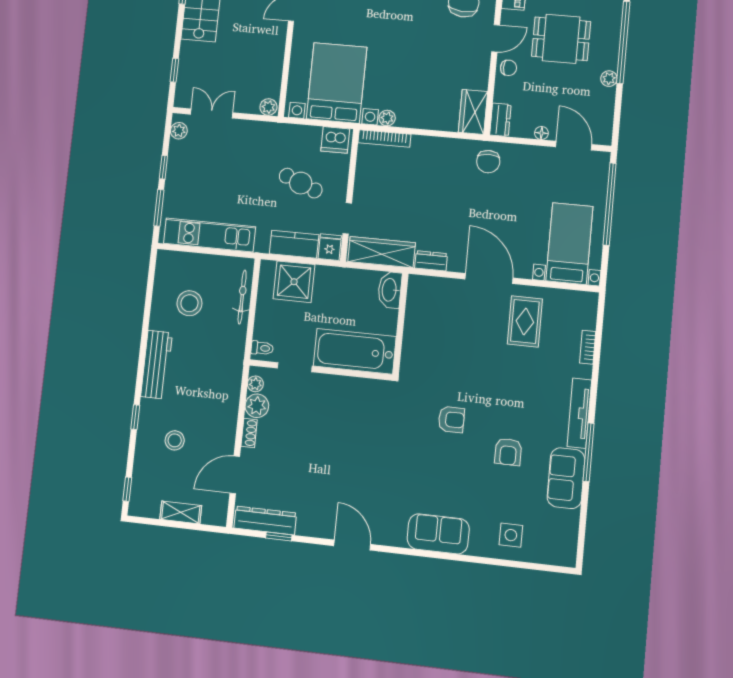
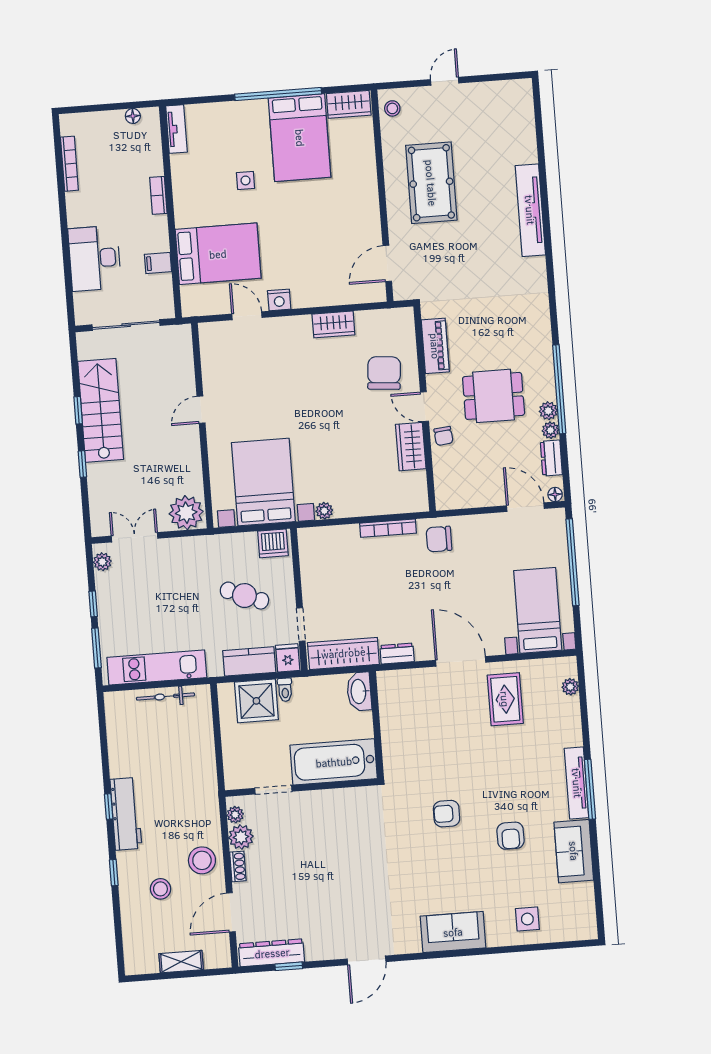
door: (496, 38) -> (425, 407), swing flipped
plant: (610, 60) -> (548, 411), added
chair: (509, 68) -> (443, 436), turned 84
window: (174, 70) -> (82, 464), moved
plant: (268, 107) -> (186, 513), width x1.88, depth x1.88
wardrobe: (473, 112) -> (411, 447), moved
dresser: (500, 120) -> (551, 458), moved, turned 180
floor lamp: (541, 133) -> (555, 494), moved
bookcase: (384, 139) -> (388, 528), moved
chair: (488, 162) -> (439, 539), turned 90
bicycle: (242, 297) -> (165, 697), moved, turned -90
stool: (189, 303) -> (202, 860), moved
plant: (588, 321) -> (570, 687), added
bookcase: (588, 347) -> (574, 714), removed
toilet: (262, 348) -> (285, 690), moved, turned 90
armchair: (451, 420) -> (447, 814), turned 180
window: (589, 452) -> (590, 789), moved
window: (127, 489) -> (109, 807), moved
door: (352, 545) -> (367, 960), swing flipped

